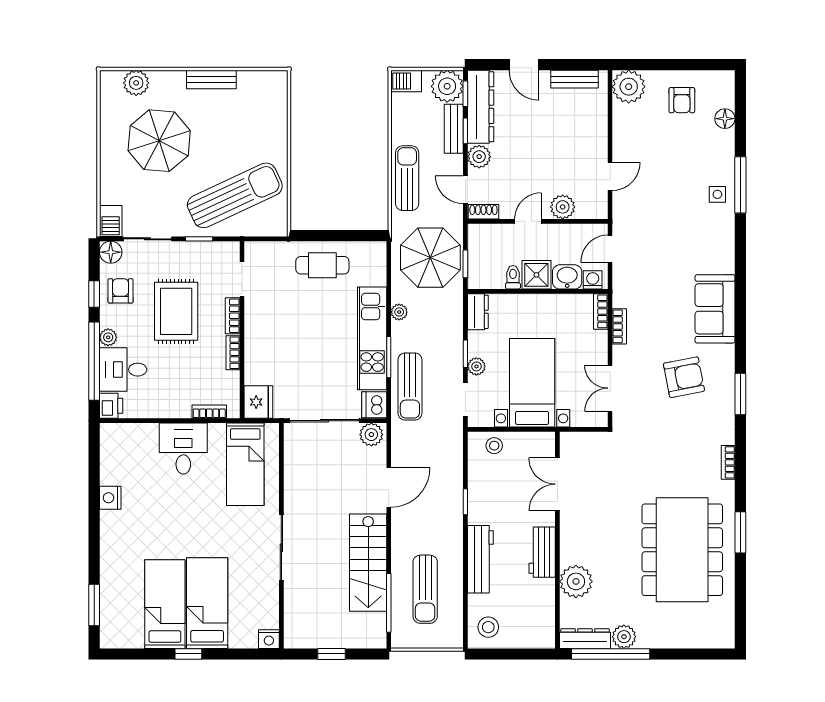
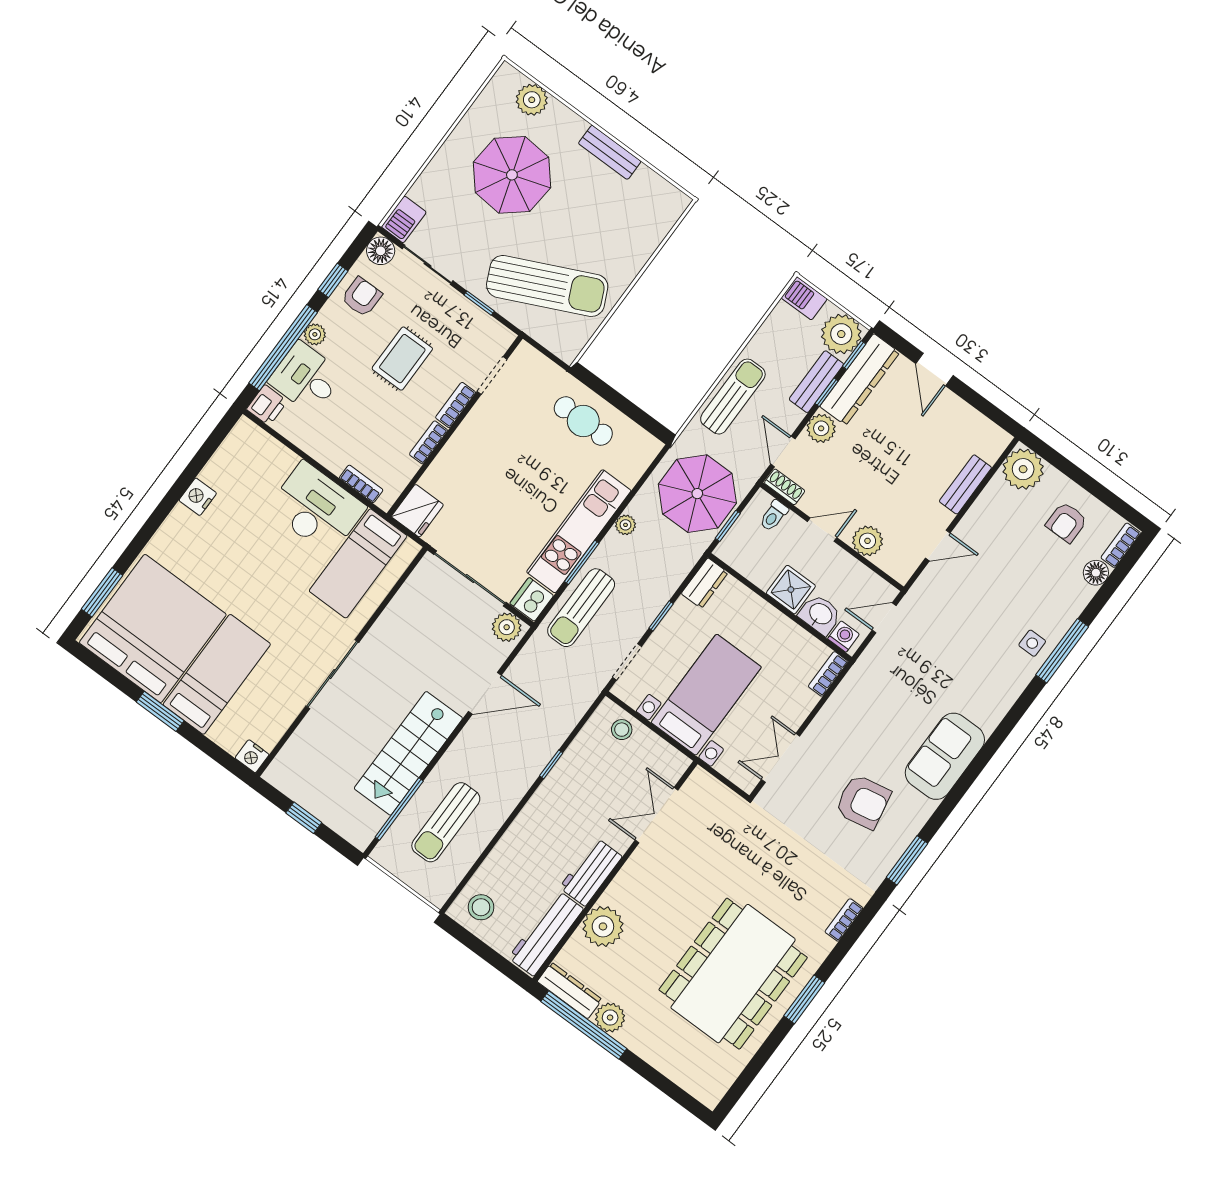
bench: (575, 79) -> (965, 484), moved, turned 90
toilet: (513, 277) -> (774, 516), moved, turned 180
rug: (176, 311) -> (402, 359), width x0.73, depth x0.70
bookcase: (619, 326) -> (1121, 545), moved, turned 180
plant: (476, 366) -> (663, 637), removed
desk: (183, 449) -> (317, 508), width x1.37
workbench: (480, 559) -> (546, 933), moved, turned 180
bed: (165, 604) -> (153, 629), width x2.04
window: (188, 654) -> (160, 711), width x1.50

